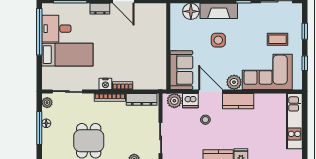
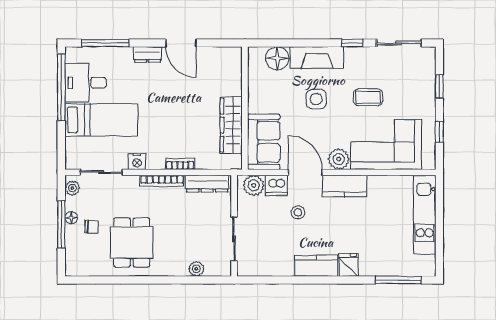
coffee table: (278, 39) -> (368, 97), moved
wardrobe: (159, 58) -> (231, 125), added
nightstand: (105, 84) -> (137, 162), moved
chair: (60, 130) -> (91, 227), added

